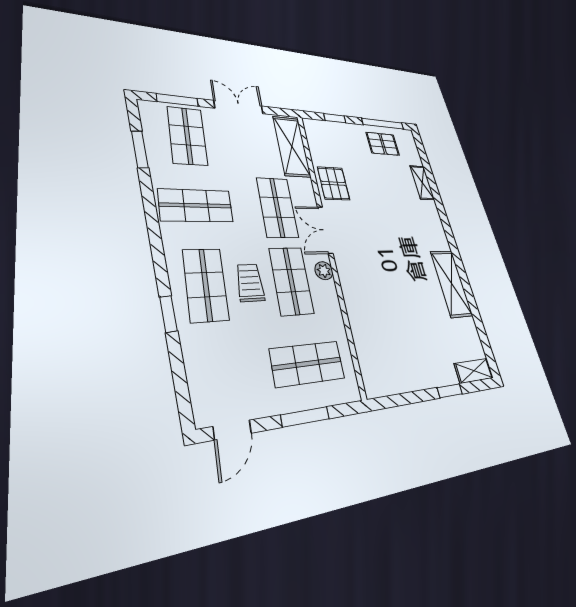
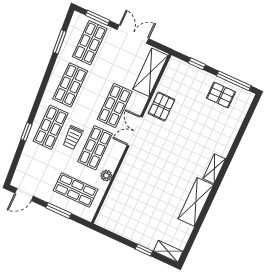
shelving: (422, 183) -> (214, 169), moved
shop shelf: (196, 205) -> (70, 85), turned 90
plant: (324, 271) -> (106, 176), moved
trolley: (250, 283) -> (73, 138), turned 180

